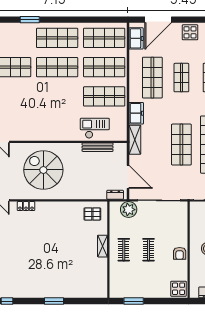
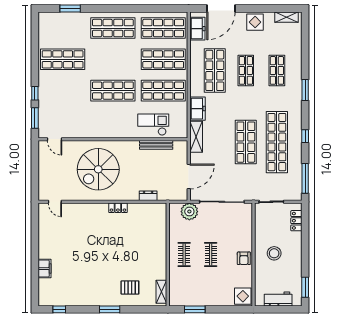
window: (30, 20) -> (70, 9), moved
shop shelf: (57, 67) -> (113, 91), moved
spiral stairs: (43, 170) -> (98, 169), turned -90
door: (128, 177) -> (189, 177), hinge flipped
dresser: (115, 195) -> (148, 196), moved
locker: (26, 206) -> (118, 208), moved
pallet: (92, 214) -> (130, 287), moved
shelving: (103, 246) -> (161, 292), moved

